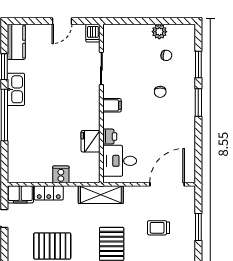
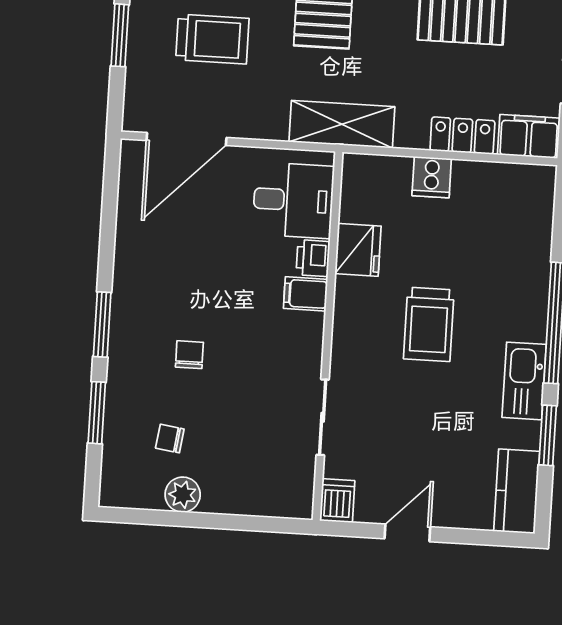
filing cabinet: (112, 105) -> (306, 294), moved
trolley: (58, 111) -> (429, 324), added
trolley: (159, 228) -> (212, 39), width x1.36, depth x1.39

